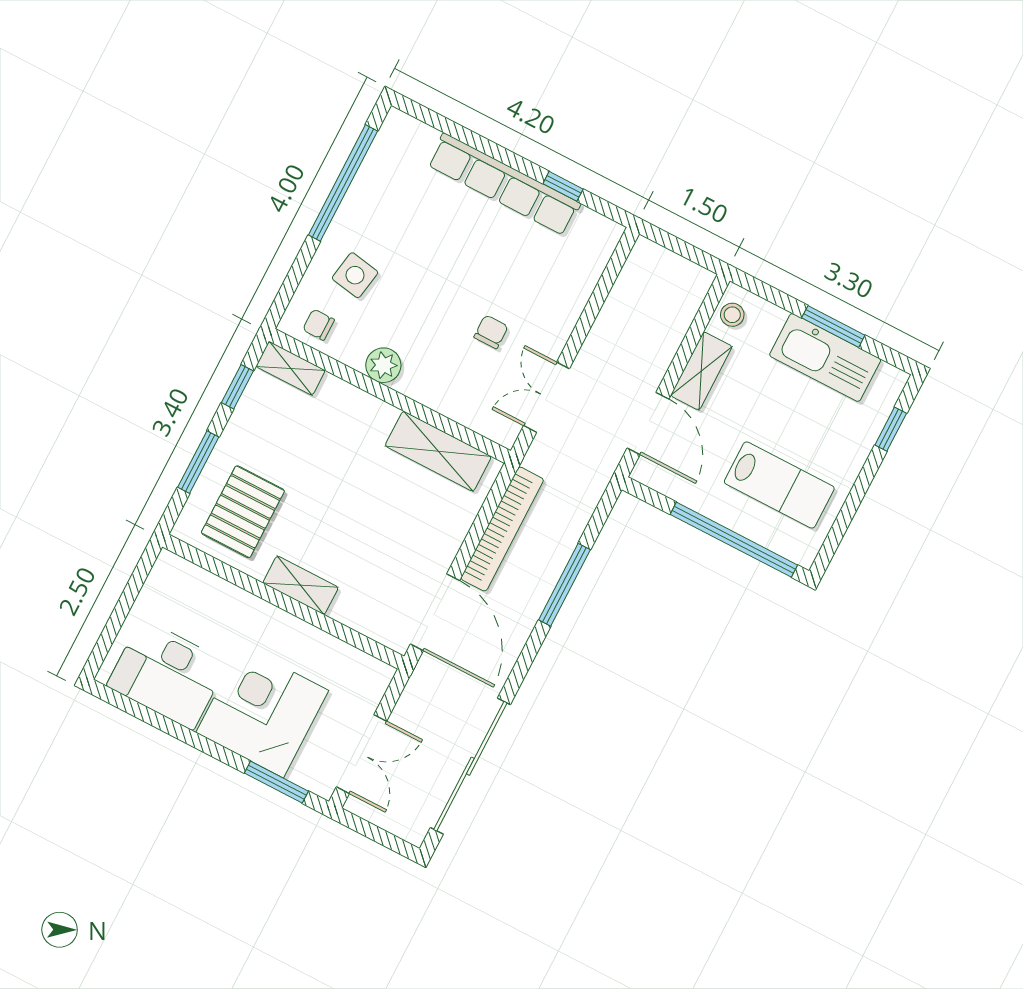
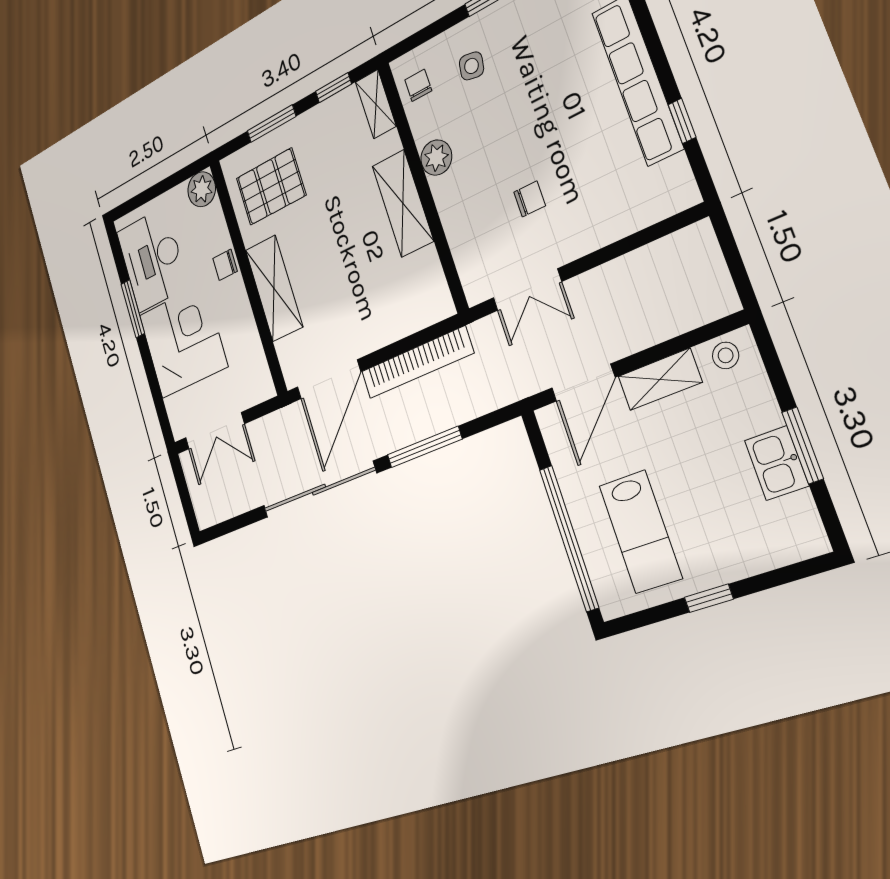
side table: (355, 275) -> (471, 66), width x0.73, depth x0.73
kitchen sink: (825, 357) -> (777, 463), width x0.53, depth x0.81
double door: (547, 397) -> (527, 290), swing flipped
window: (891, 429) -> (709, 598), moved
shelving: (438, 451) -> (403, 203), moved
plant: (170, 572) -> (202, 189), added
shelving: (301, 585) -> (274, 288), width x1.50, depth x1.33
chair: (251, 612) -> (225, 265), added
sliding door: (470, 766) -> (319, 490), moved
window: (276, 782) -> (133, 309), moved

